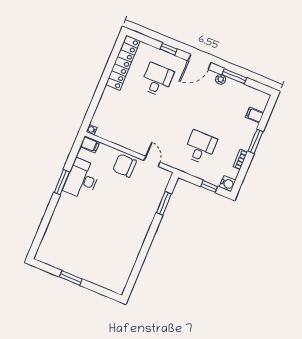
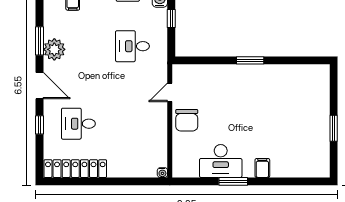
plant: (221, 79) -> (54, 49), width x1.87, depth x1.87
filing cabinet: (90, 144) -> (262, 168), moved
window: (164, 203) -> (250, 60), moved

